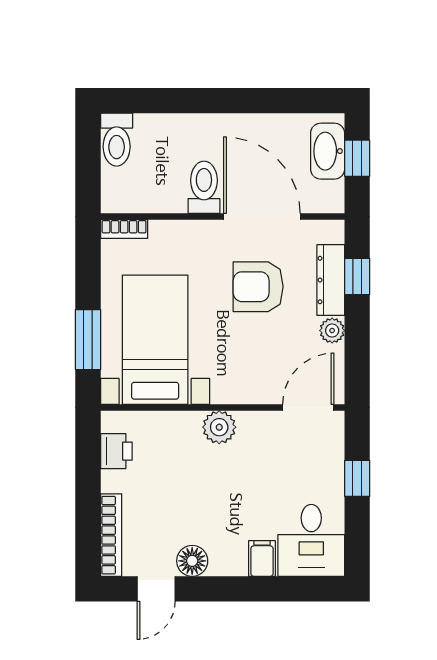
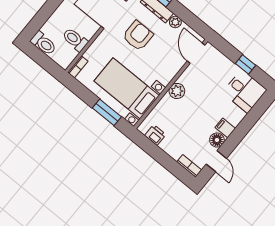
toilet: (204, 187) -> (75, 40), moved
armchair: (258, 287) -> (138, 36), turned 180
window: (357, 478) -> (245, 64), moved
bookcase: (111, 535) -> (189, 166), width x0.64
filing cabinet: (262, 559) -> (225, 128), moved

